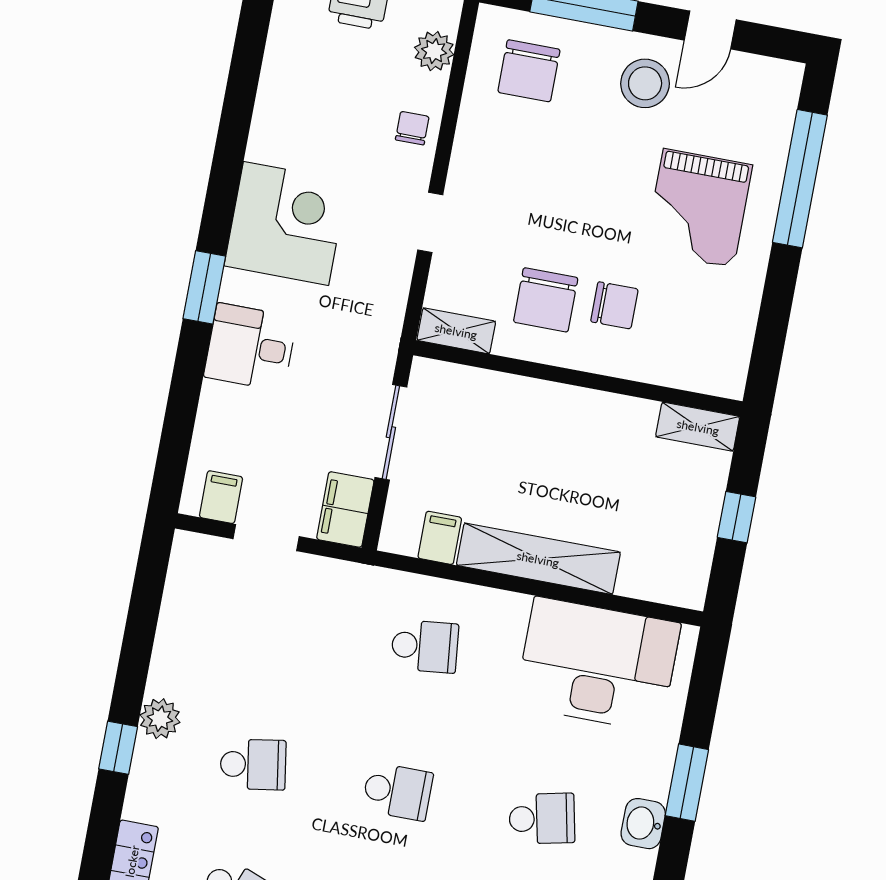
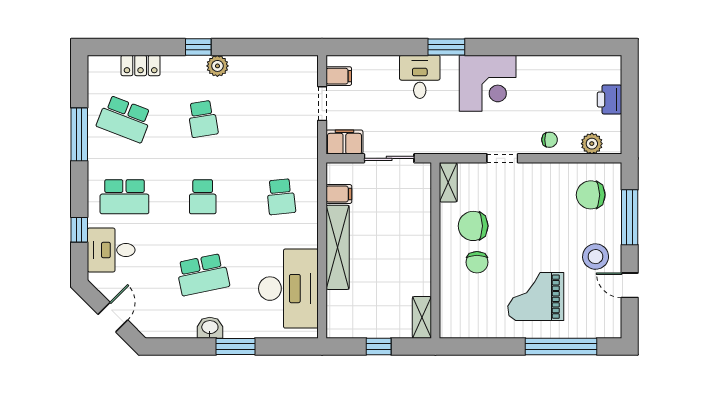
school desk: (542, 819) -> (203, 275), width x1.85

